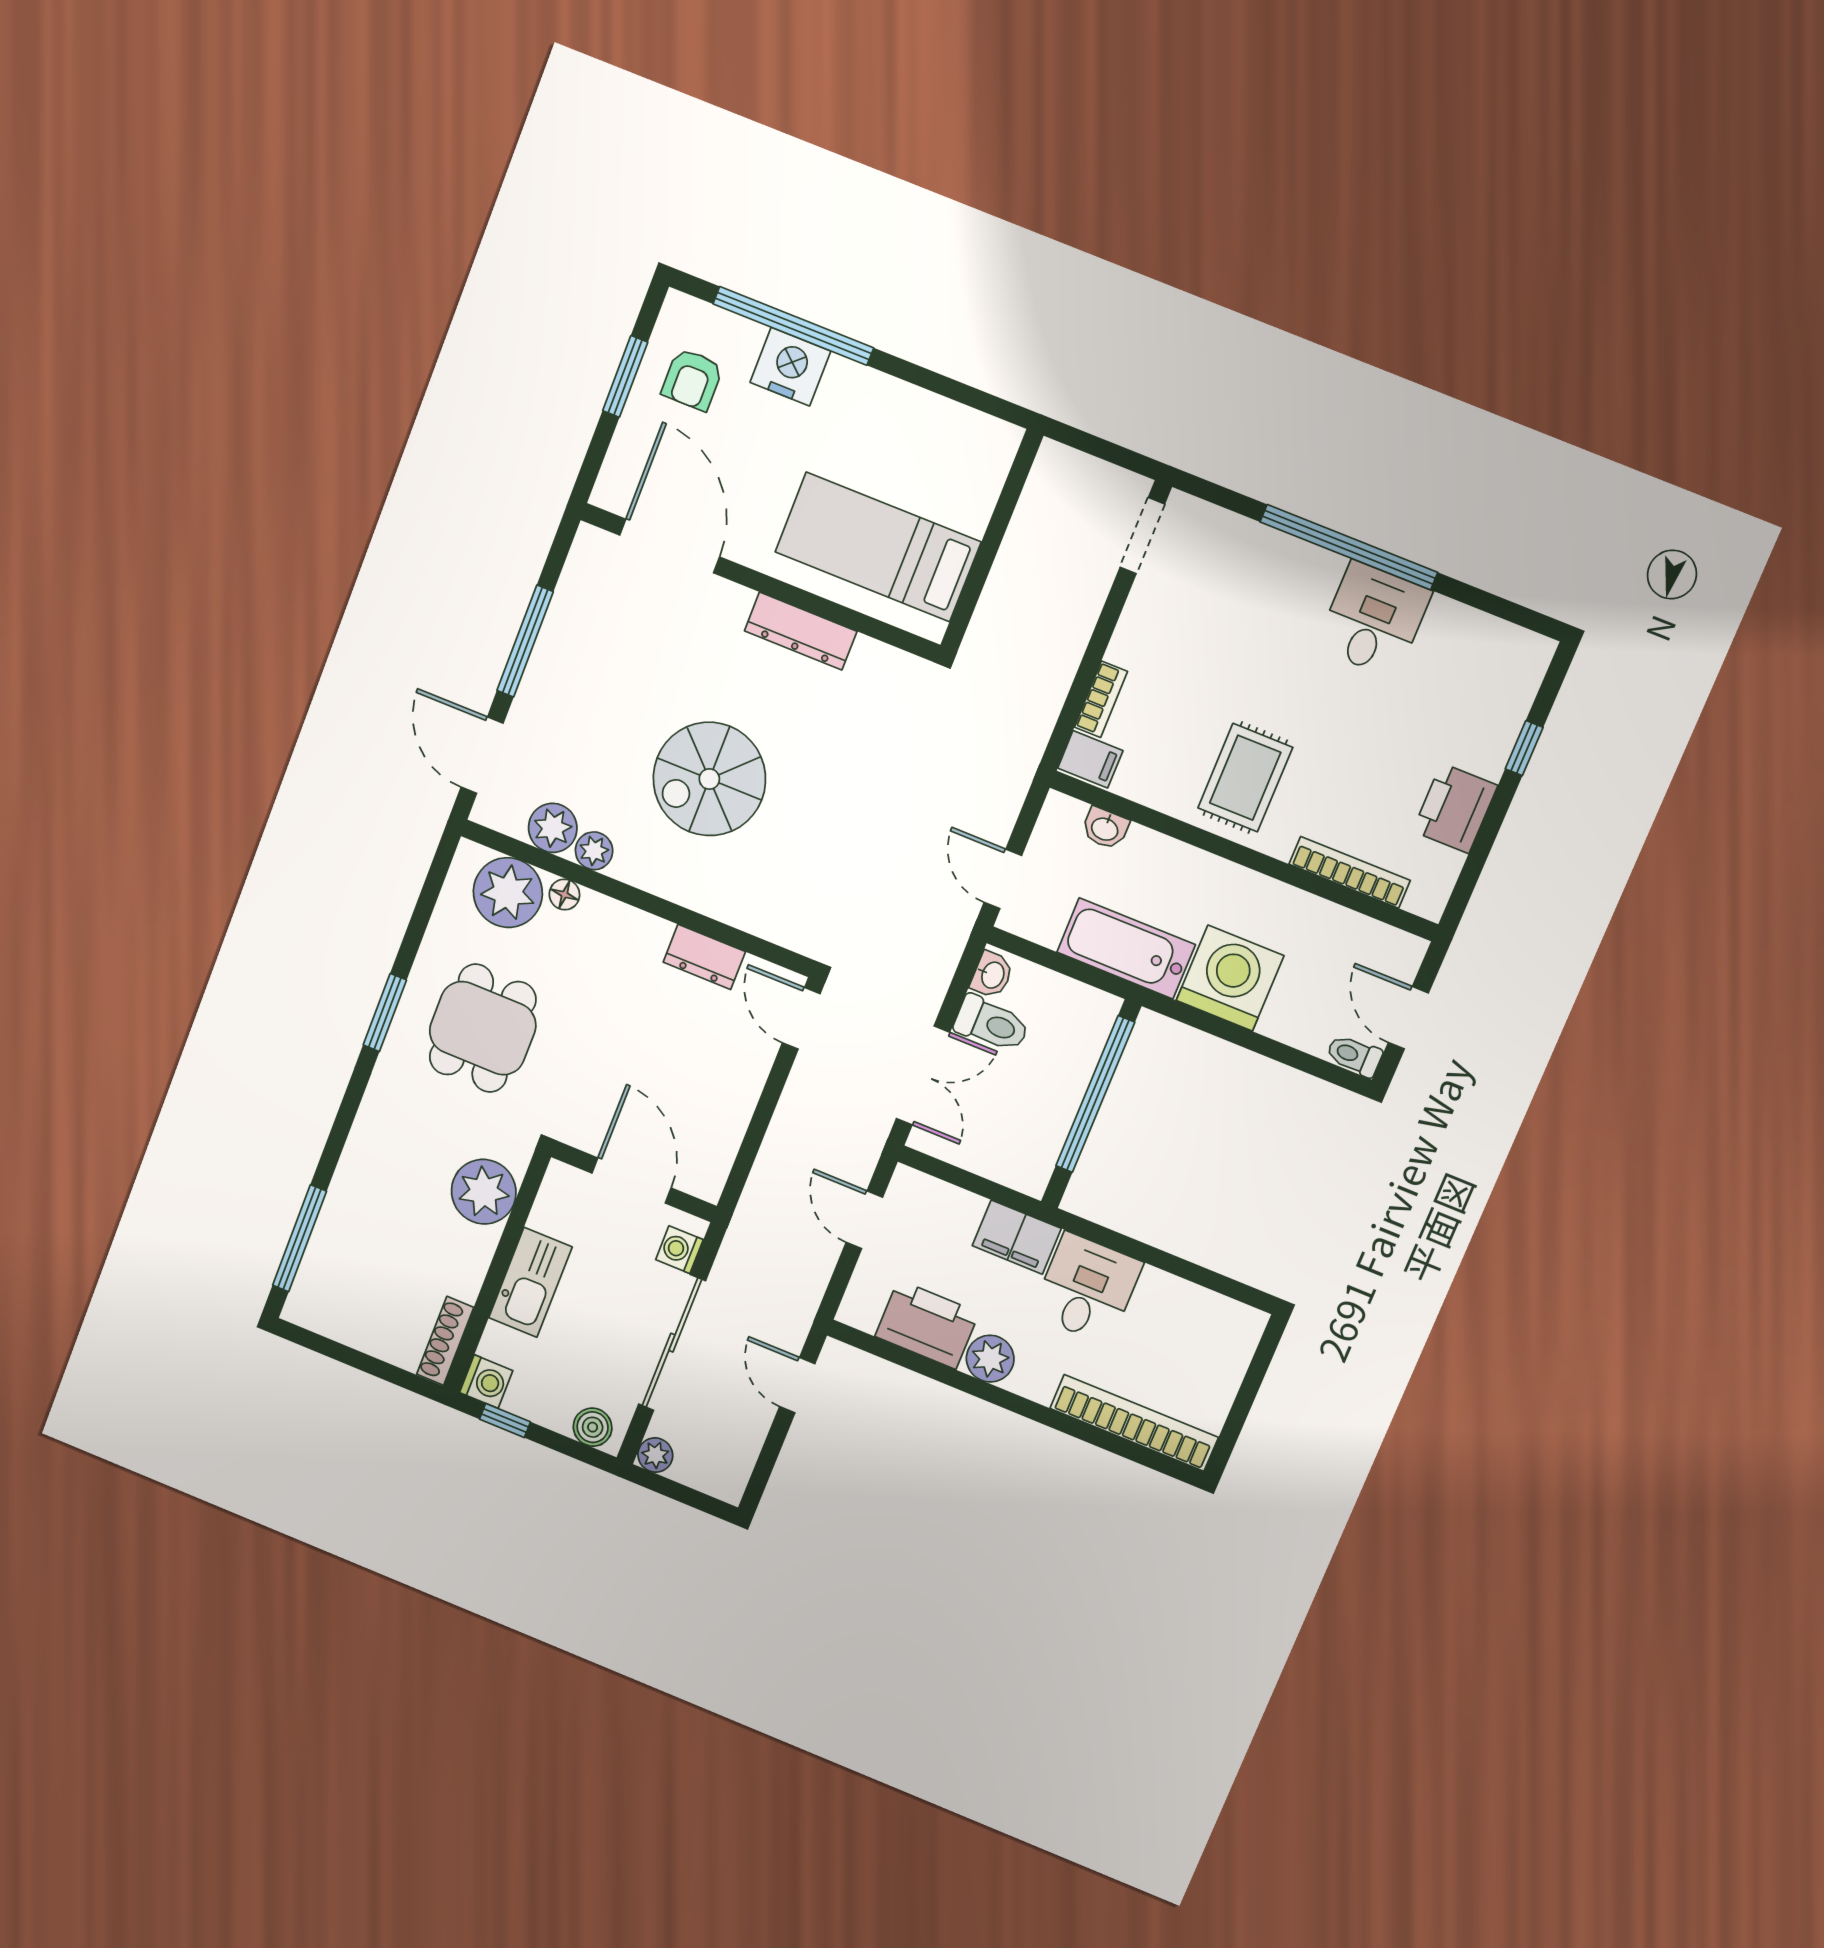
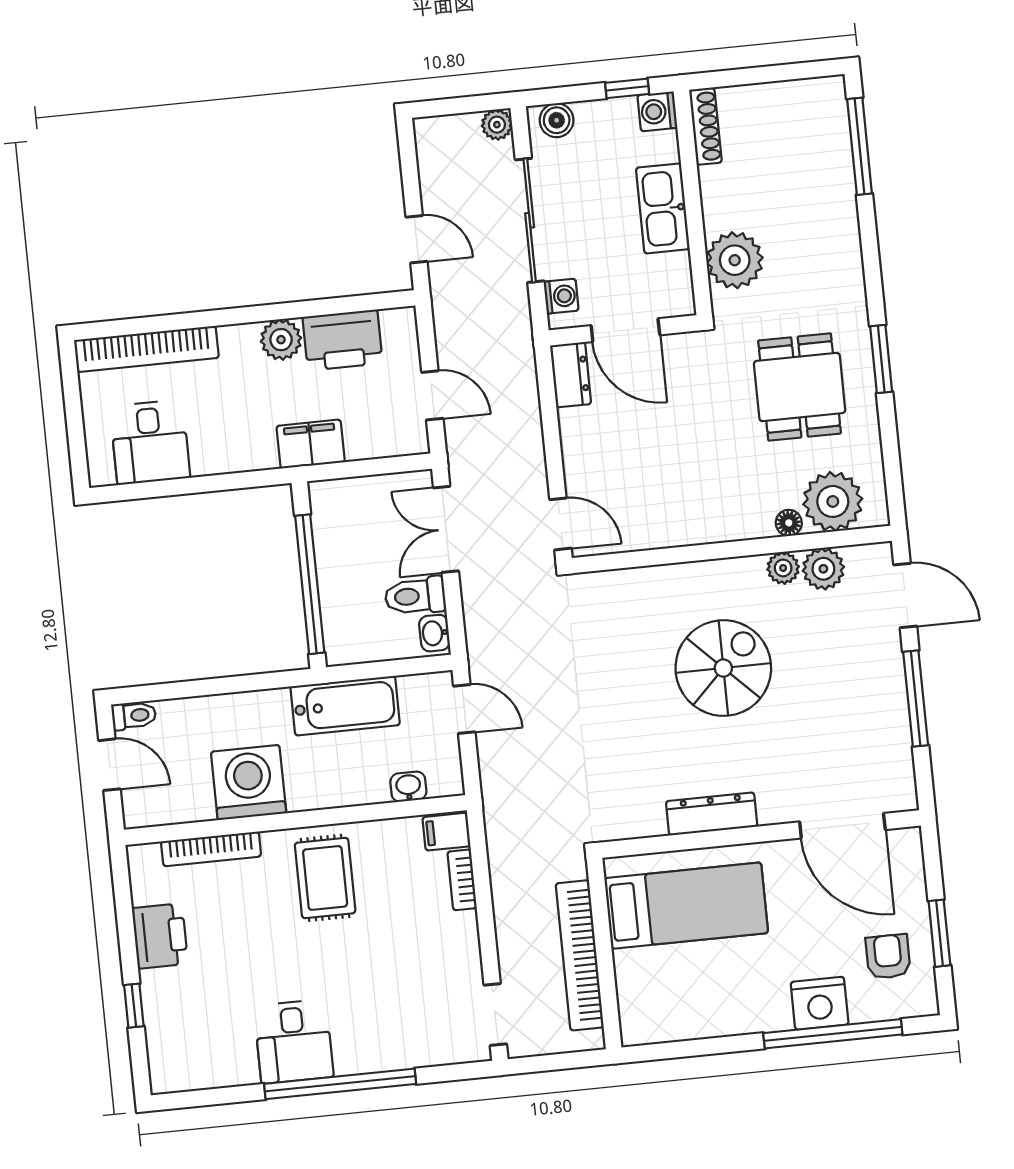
bookcase: (1019, 552) -> (580, 955), added
dresser: (704, 957) -> (571, 375), moved, turned 90
washing machine: (1230, 978) -> (249, 782), moved, turned 180
desk: (1087, 1288) -> (150, 442), moved

